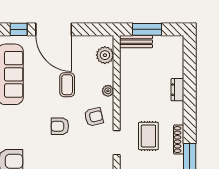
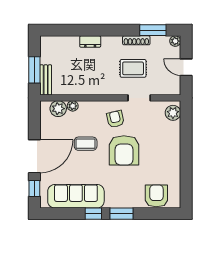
plant: (108, 91) -> (73, 106), moved
armchair: (60, 126) -> (124, 150), width x1.88, depth x1.88

